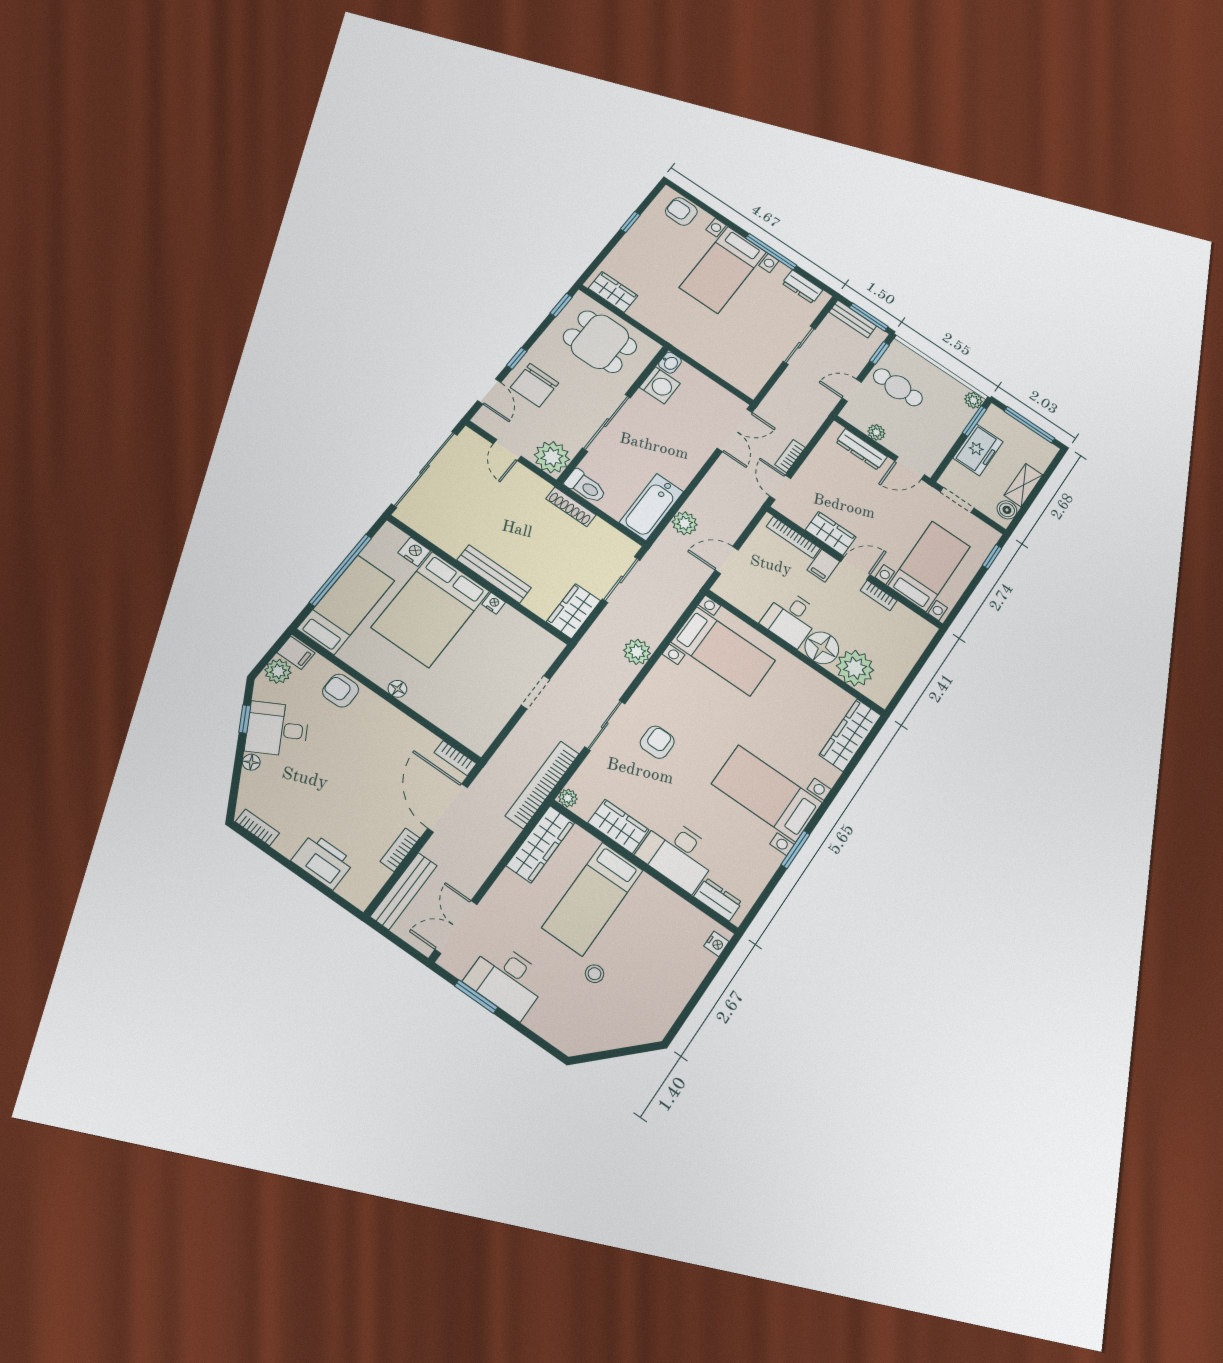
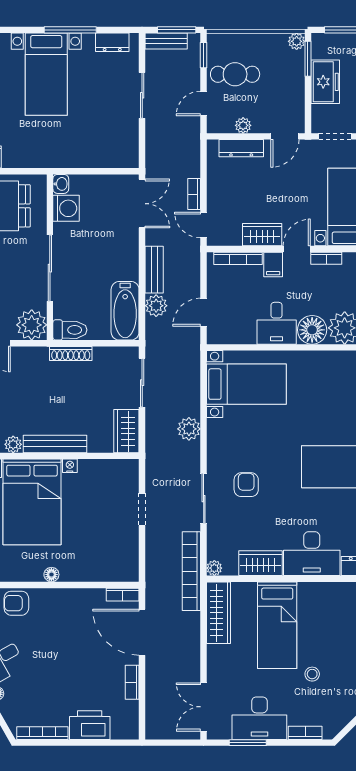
plant: (453, 546) -> (13, 444), added
bookcase: (257, 827) -> (42, 733), width x1.56
bench: (404, 891) -> (154, 270), moved, width x0.73
bookcase: (544, 1029) -> (305, 733), added

